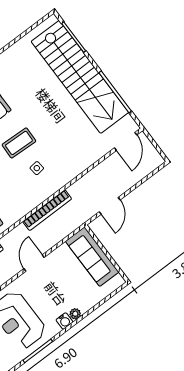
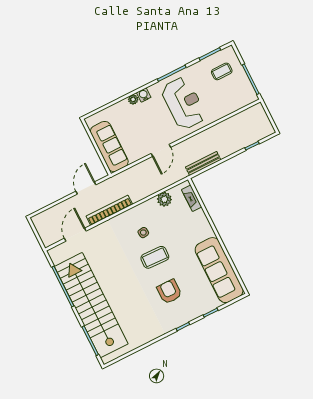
door: (126, 141) -> (75, 235), moved
plant: (20, 209) -> (164, 199), added
bookcase: (47, 210) -> (109, 210), moved

